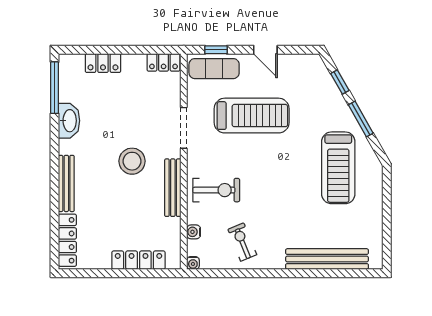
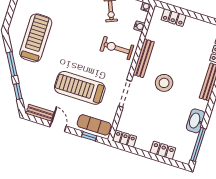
bench: (298, 61) -> (40, 113), added
locker: (138, 260) -> (174, 18), width x0.66

